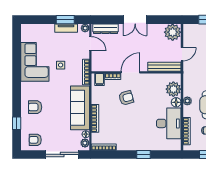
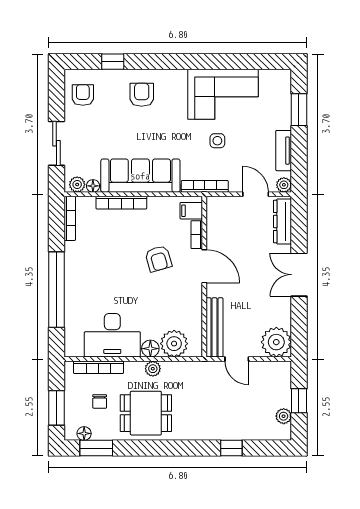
window: (65, 20) -> (299, 110), moved
door: (90, 44) -> (256, 194), swing flipped
sliding door: (62, 154) -> (56, 143), width x0.73
window: (143, 154) -> (56, 290), width x3.17

